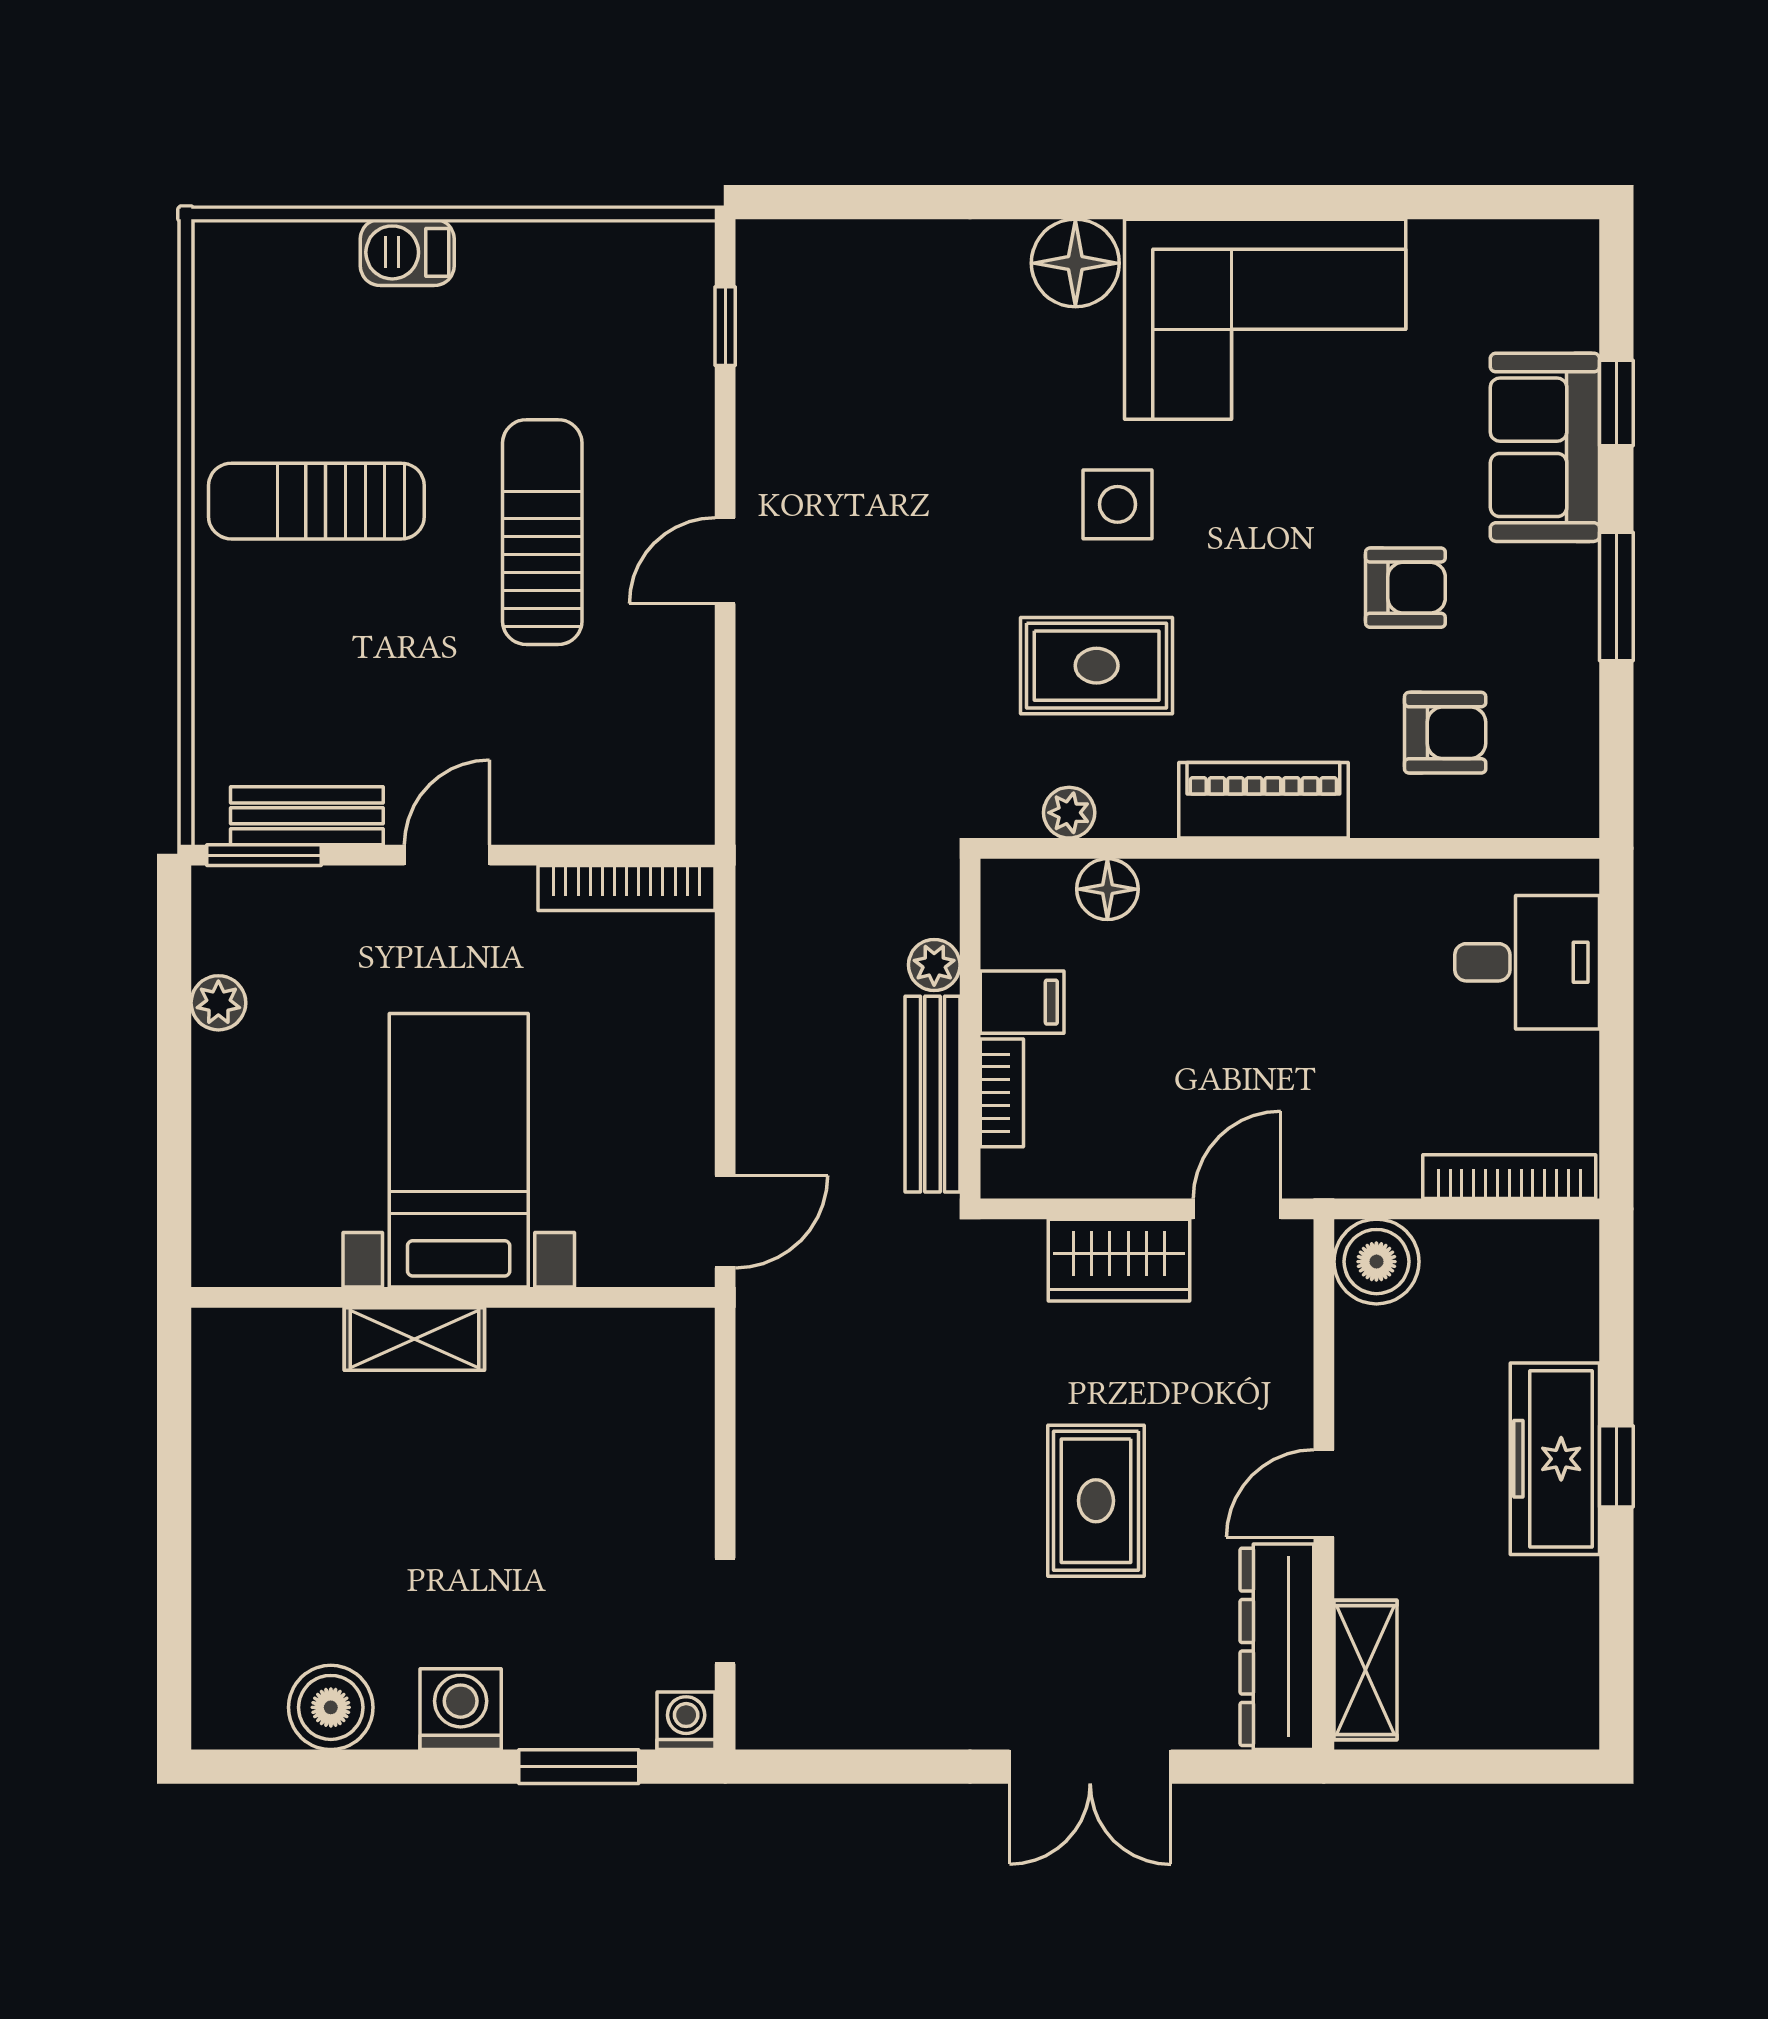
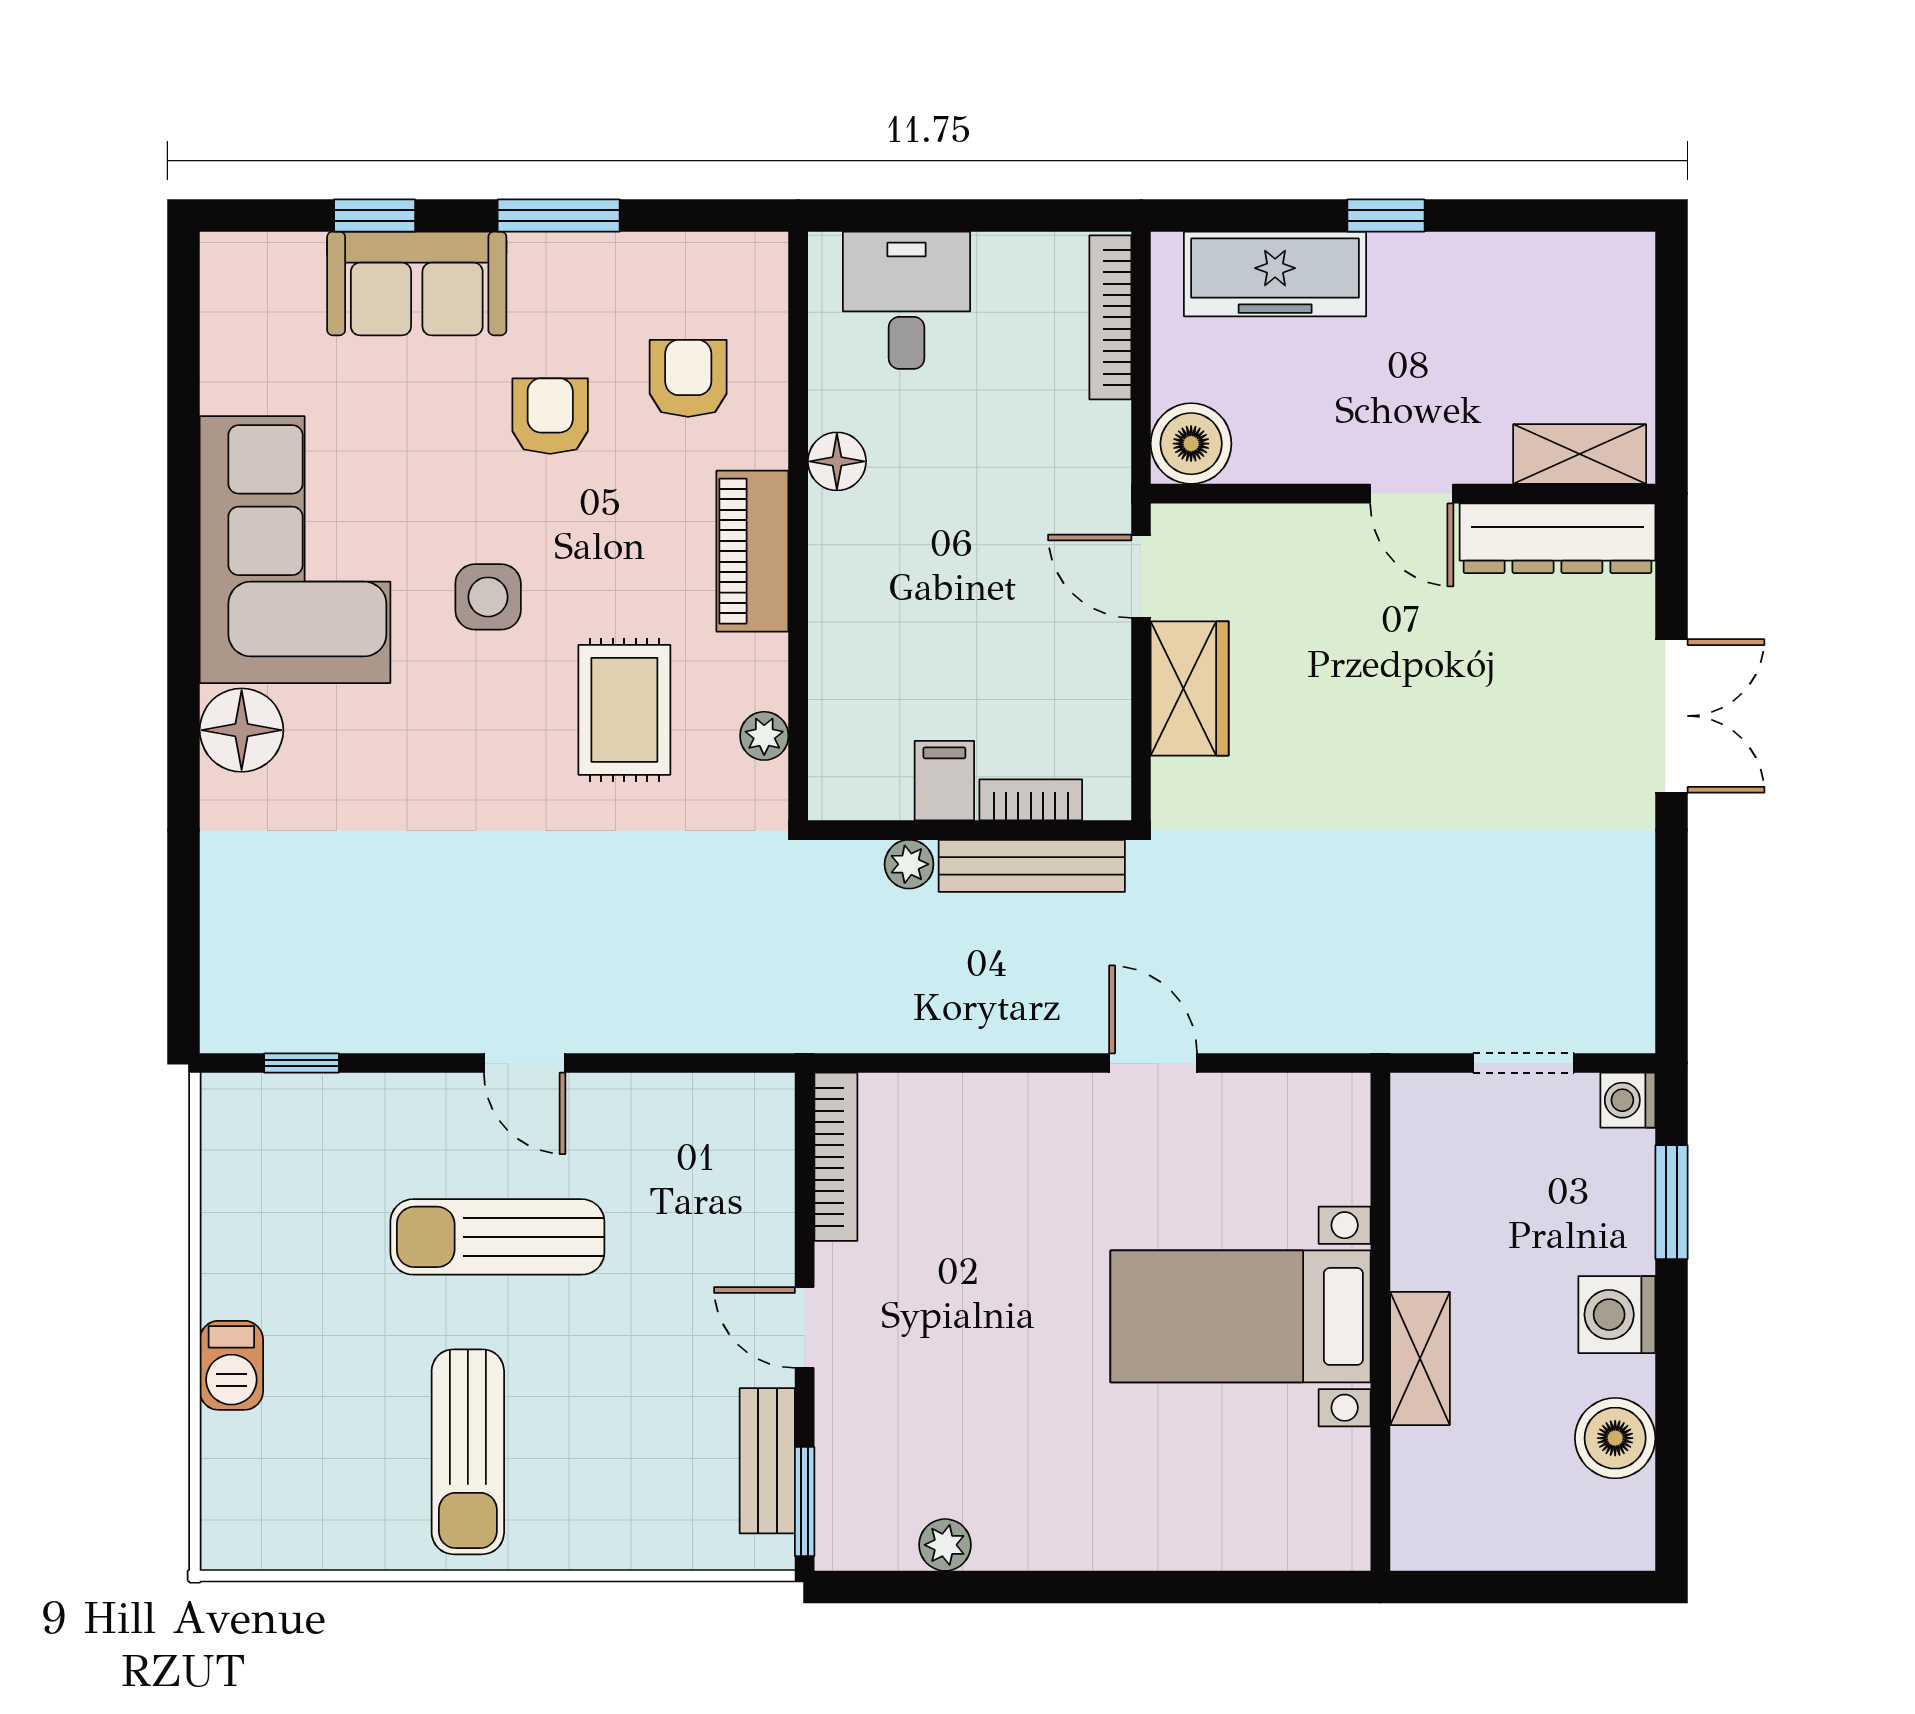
side table: (1118, 504) -> (488, 597), moved
floor lamp: (1107, 889) -> (837, 461), moved
bed with nightstands: (459, 1150) -> (1241, 1316), moved
wall: (453, 1297) -> (1380, 1322), moved
shelving: (414, 1339) -> (1420, 1359), moved
freezer: (1555, 1459) -> (1275, 274), moved
rug: (1096, 1501) -> (1419, 710), removed

